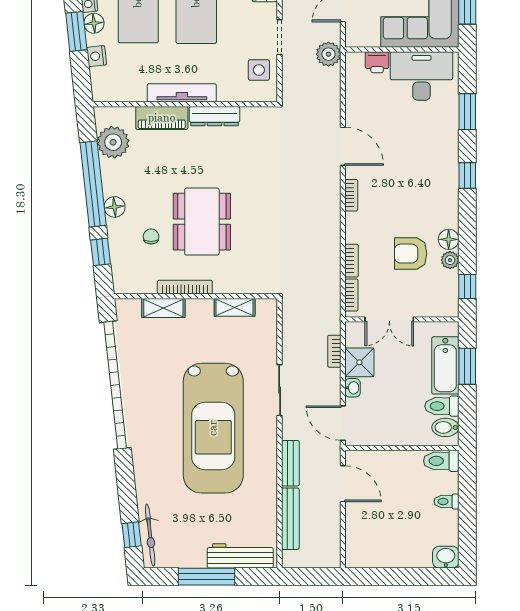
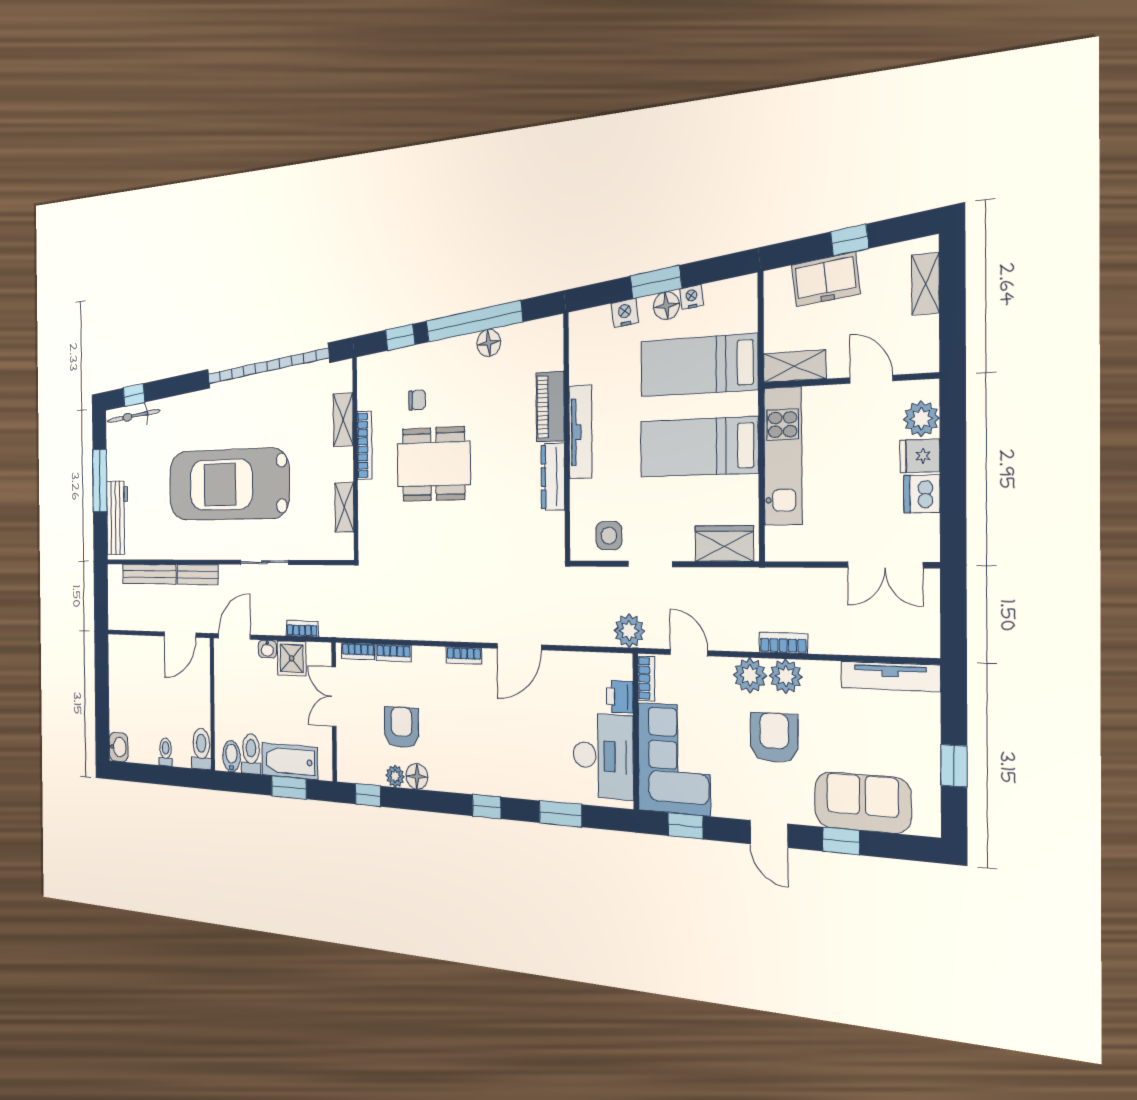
bookcase: (363, 41) -> (646, 679), added
plant: (113, 142) -> (521, 344), removed
floor lamp: (115, 207) -> (489, 343), moved

